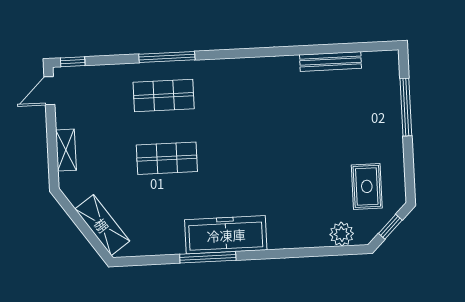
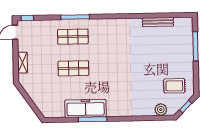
rug: (367, 186) -> (174, 86), turned 90
shelving: (102, 225) -> (40, 101), removed
freezer: (226, 235) -> (86, 108), moved

